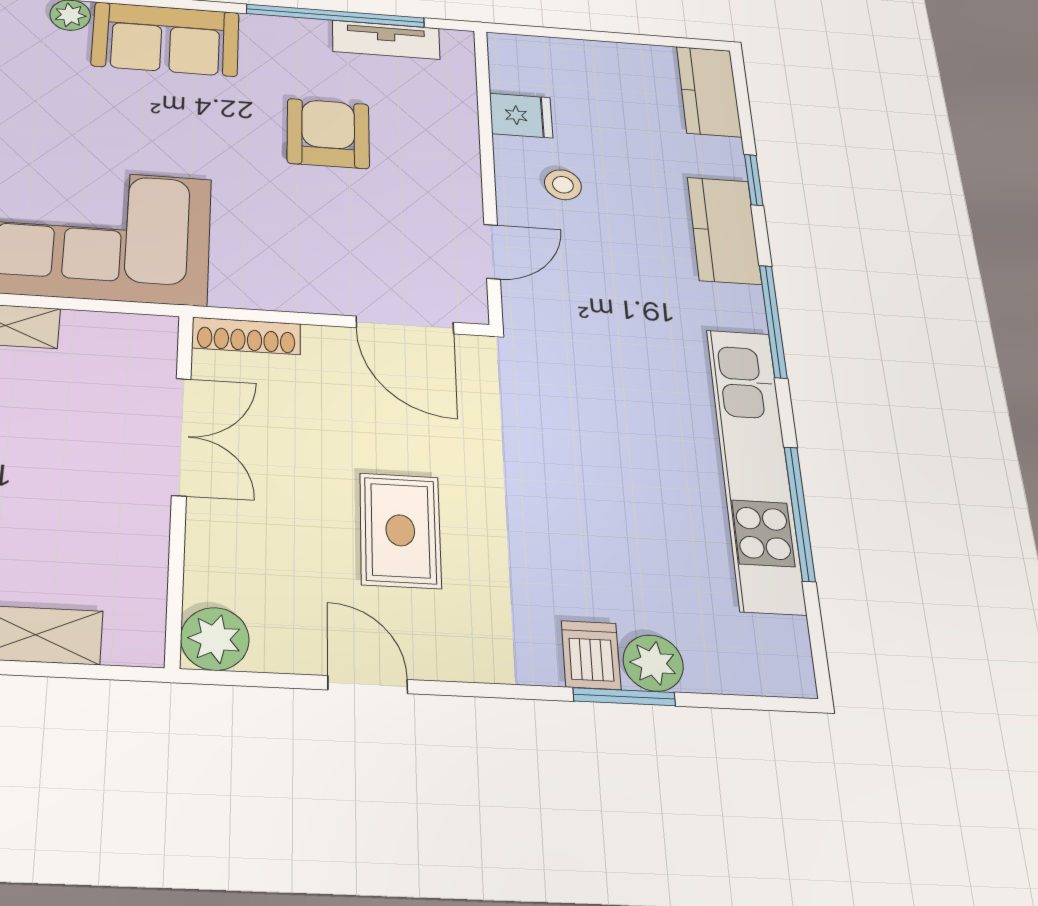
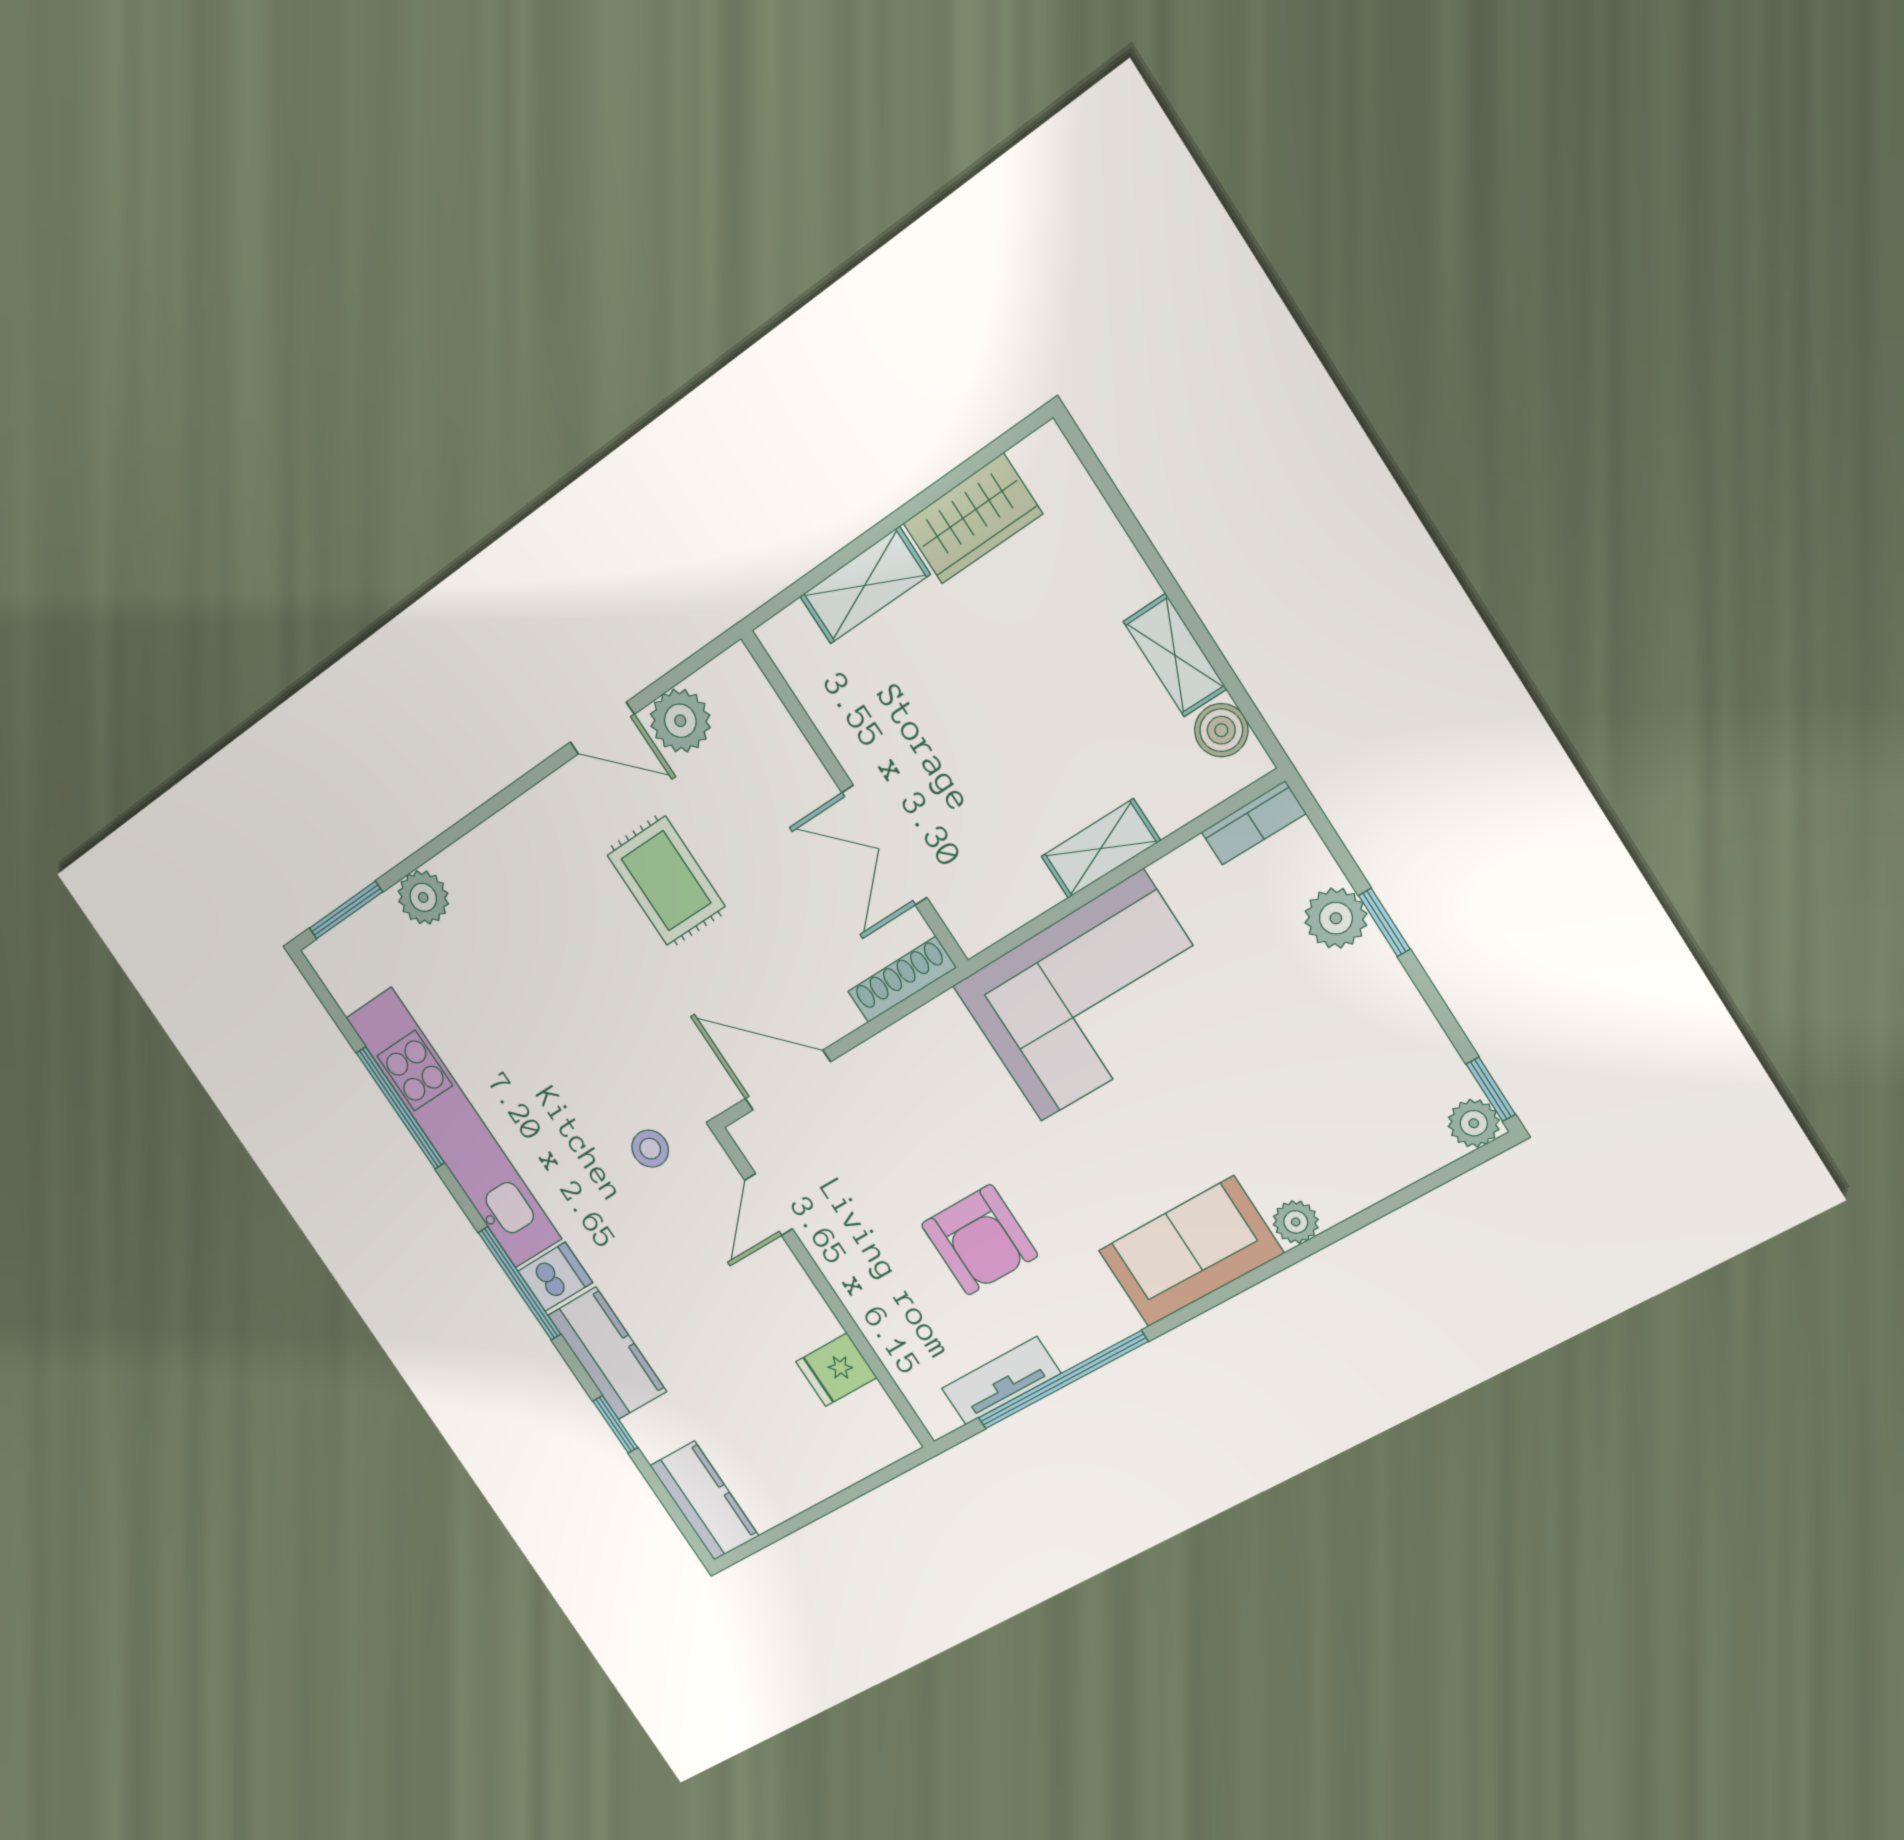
stool: (563, 185) -> (650, 1149), moved
plant: (215, 639) -> (680, 721), moved
dishwasher: (591, 655) -> (555, 1277), moved, turned -90
window: (624, 697) -> (346, 910), moved

